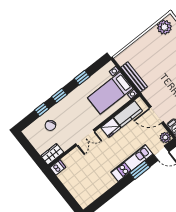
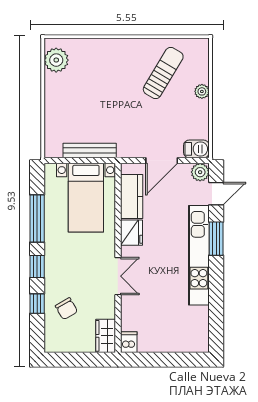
window: (82, 78) -> (37, 219), width x2.17
kitchen unit: (132, 163) -> (199, 255), width x1.36

